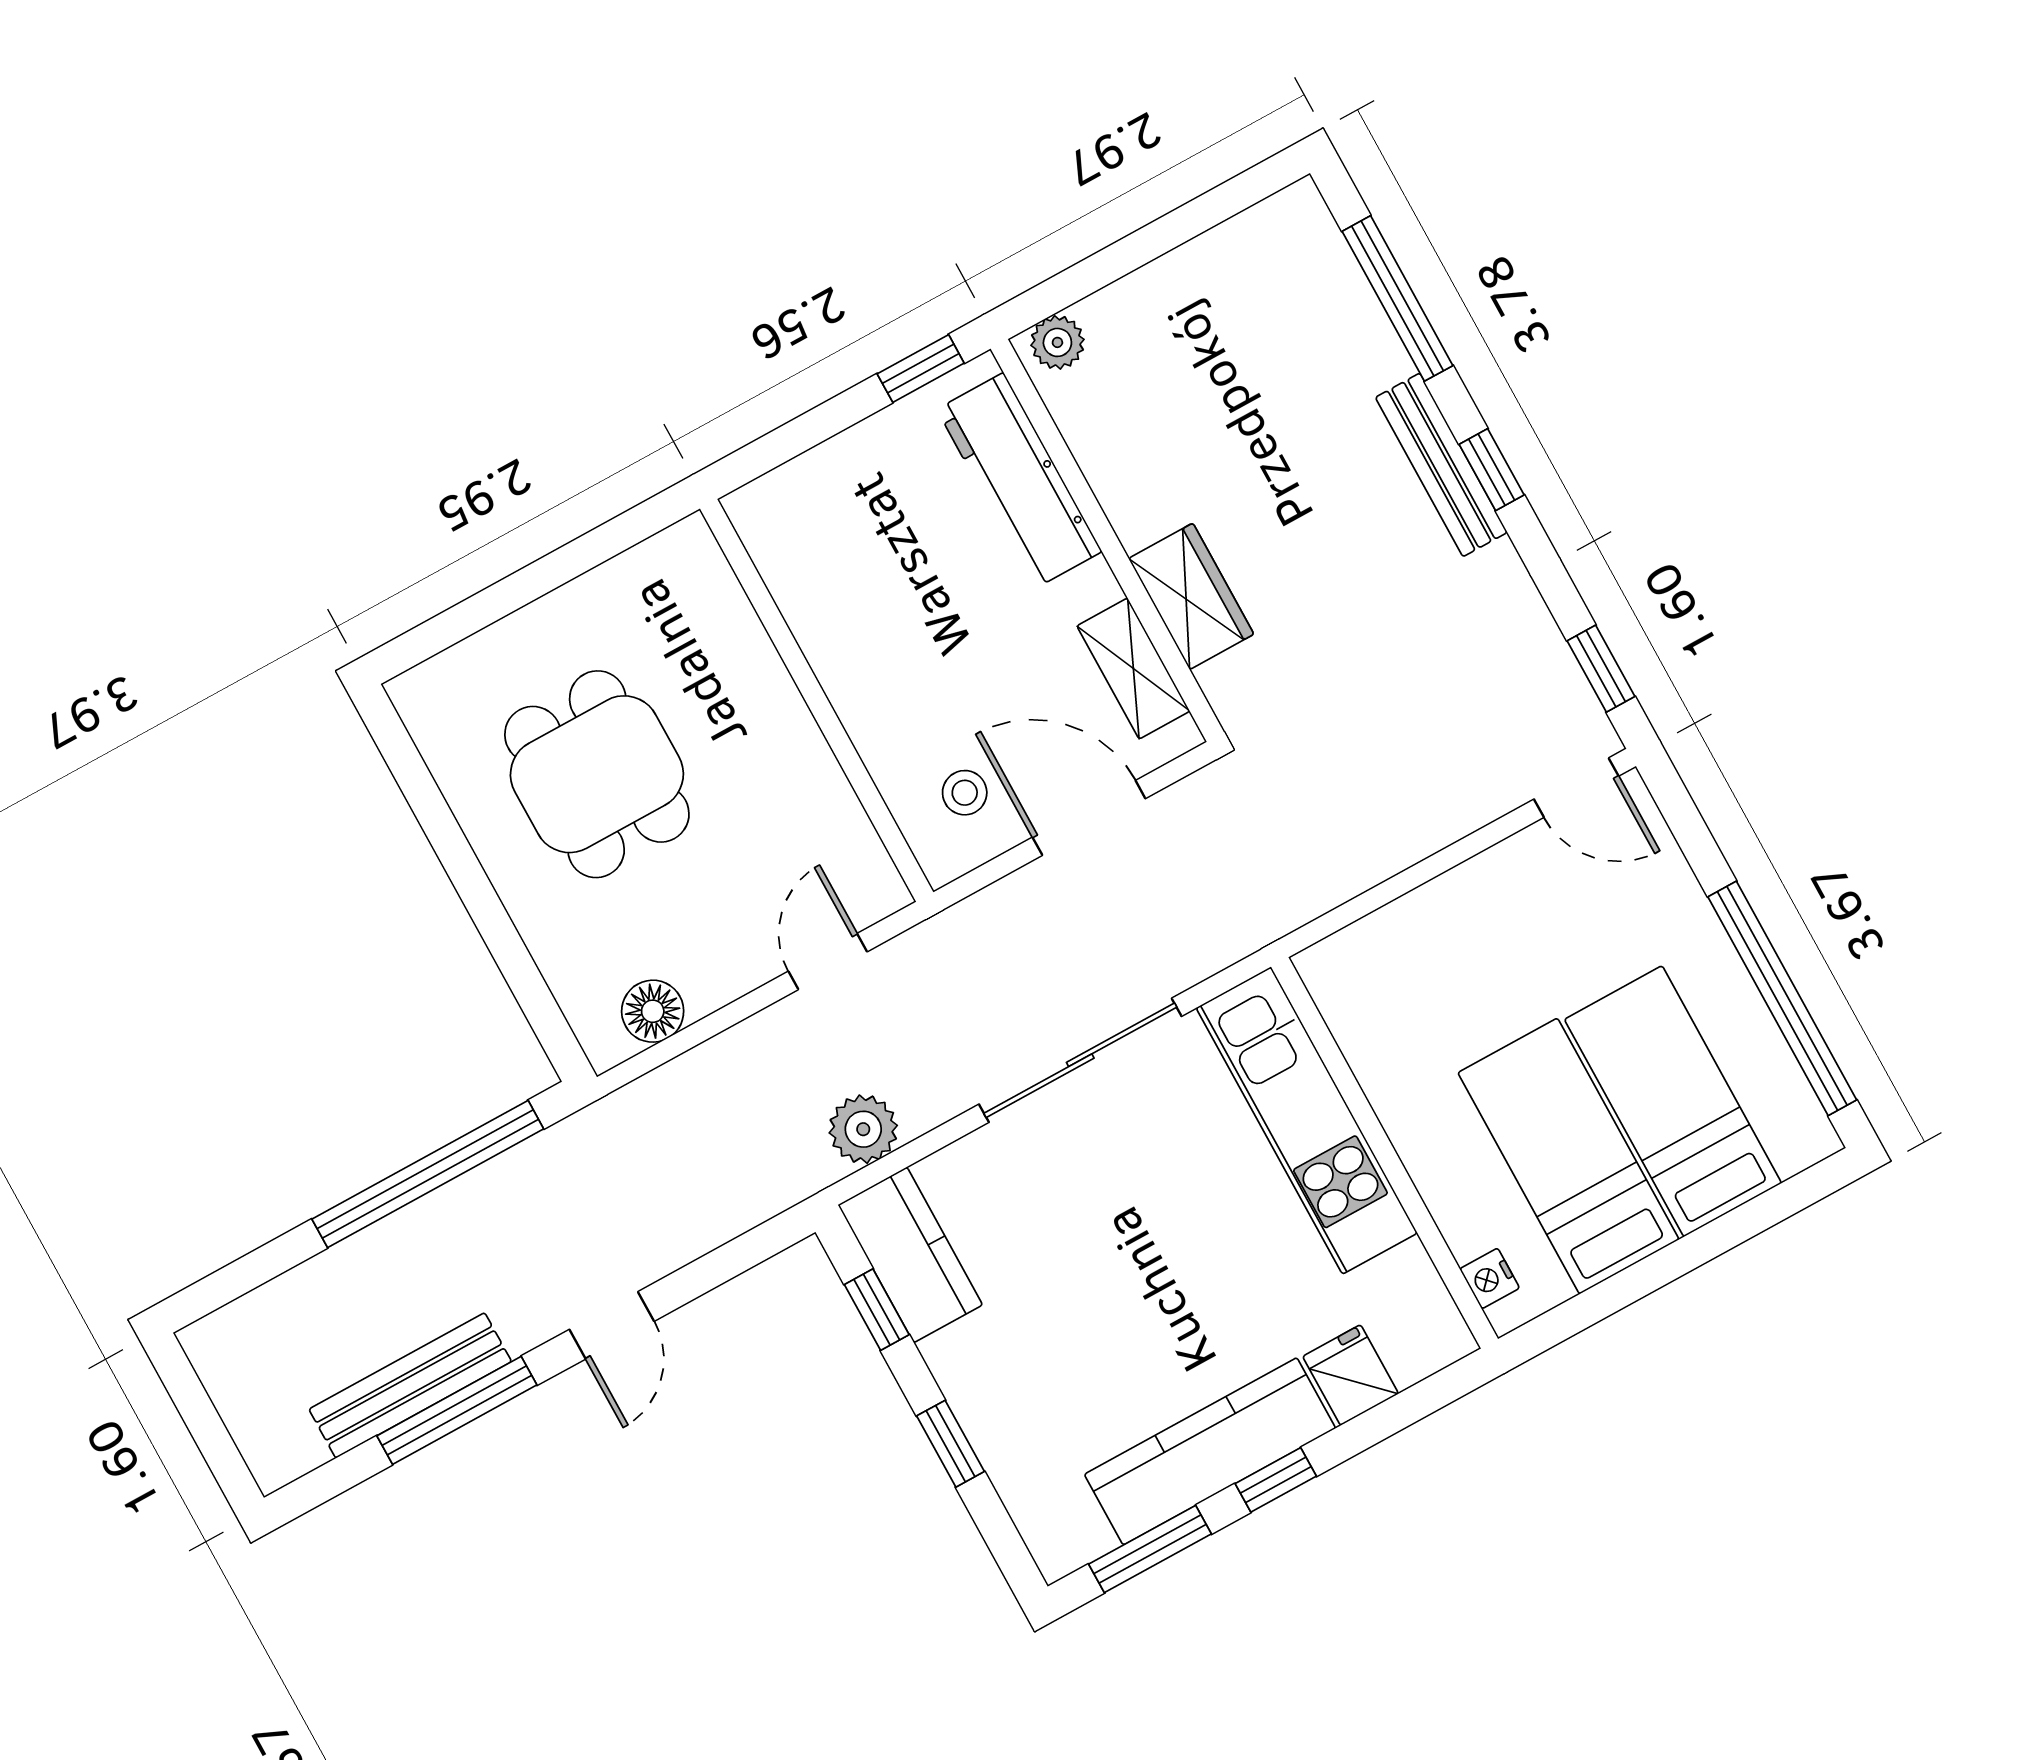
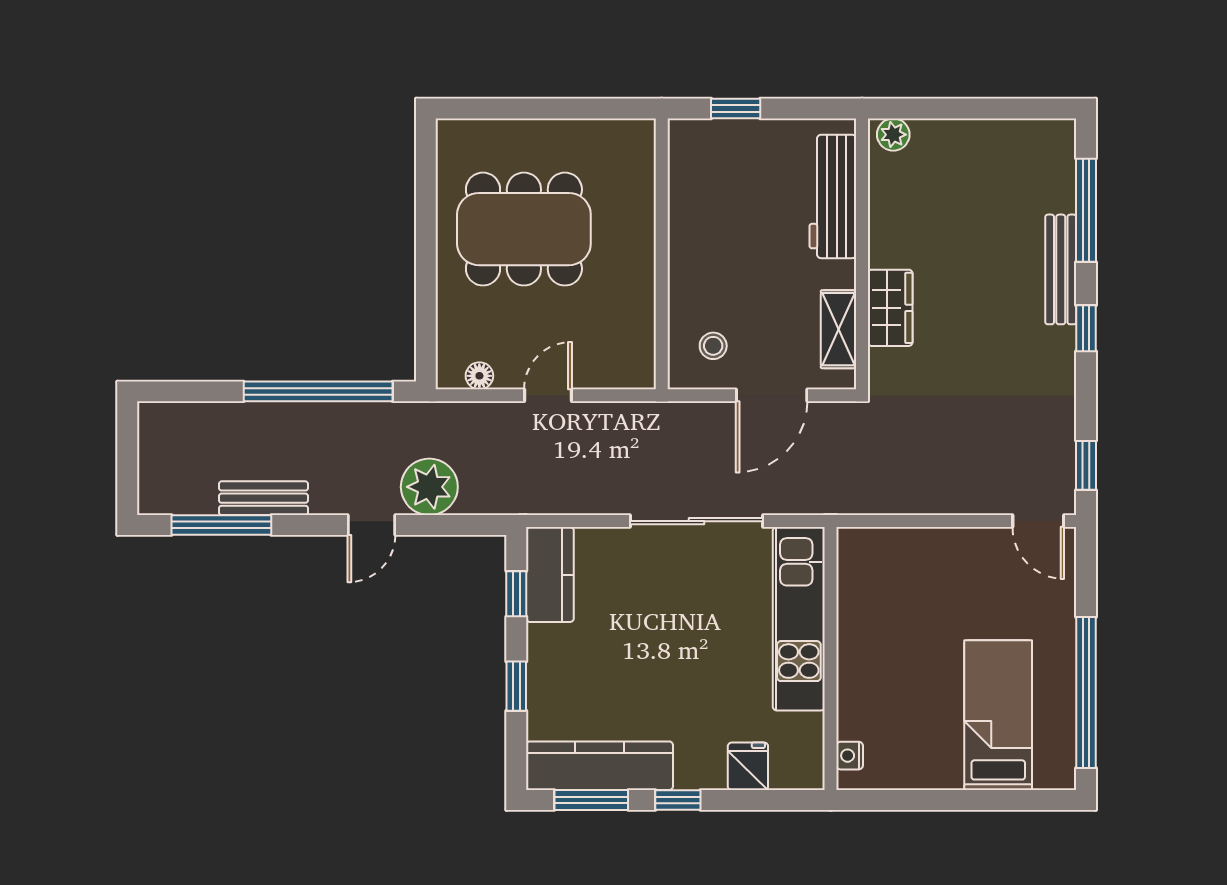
window: (921, 368) -> (736, 109), moved
bench: (1441, 465) -> (1061, 269), moved
dining table: (597, 774) -> (524, 229), width x1.38
door: (1089, 818) -> (772, 395), swing flipped
door: (828, 962) -> (548, 395), moved
floor lamp: (653, 1011) -> (479, 376), width x0.73, depth x0.73
plant: (863, 1129) -> (429, 487), moved, width x1.36, depth x1.36
bed: (1568, 1156) -> (927, 714), removed
bench: (410, 1385) -> (264, 498), width x0.73
window: (457, 1410) -> (221, 525), moved
kitchen counter: (1210, 1451) -> (599, 766), moved

